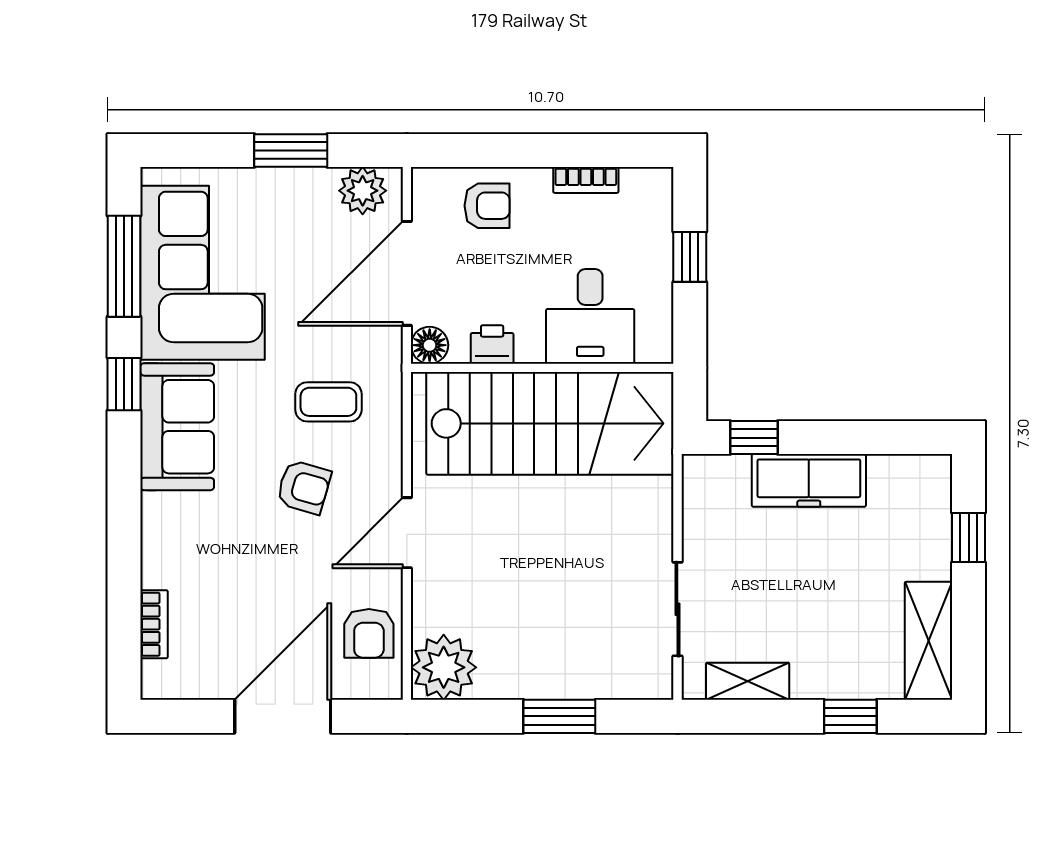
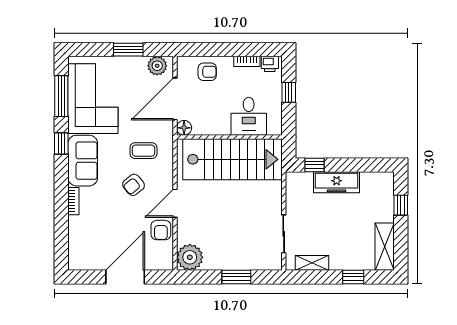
printer: (492, 344) -> (270, 64), moved, turned 180
armchair: (304, 487) -> (134, 185), turned 125
bookcase: (154, 624) -> (73, 201), moved
armchair: (369, 633) -> (161, 230), moved

